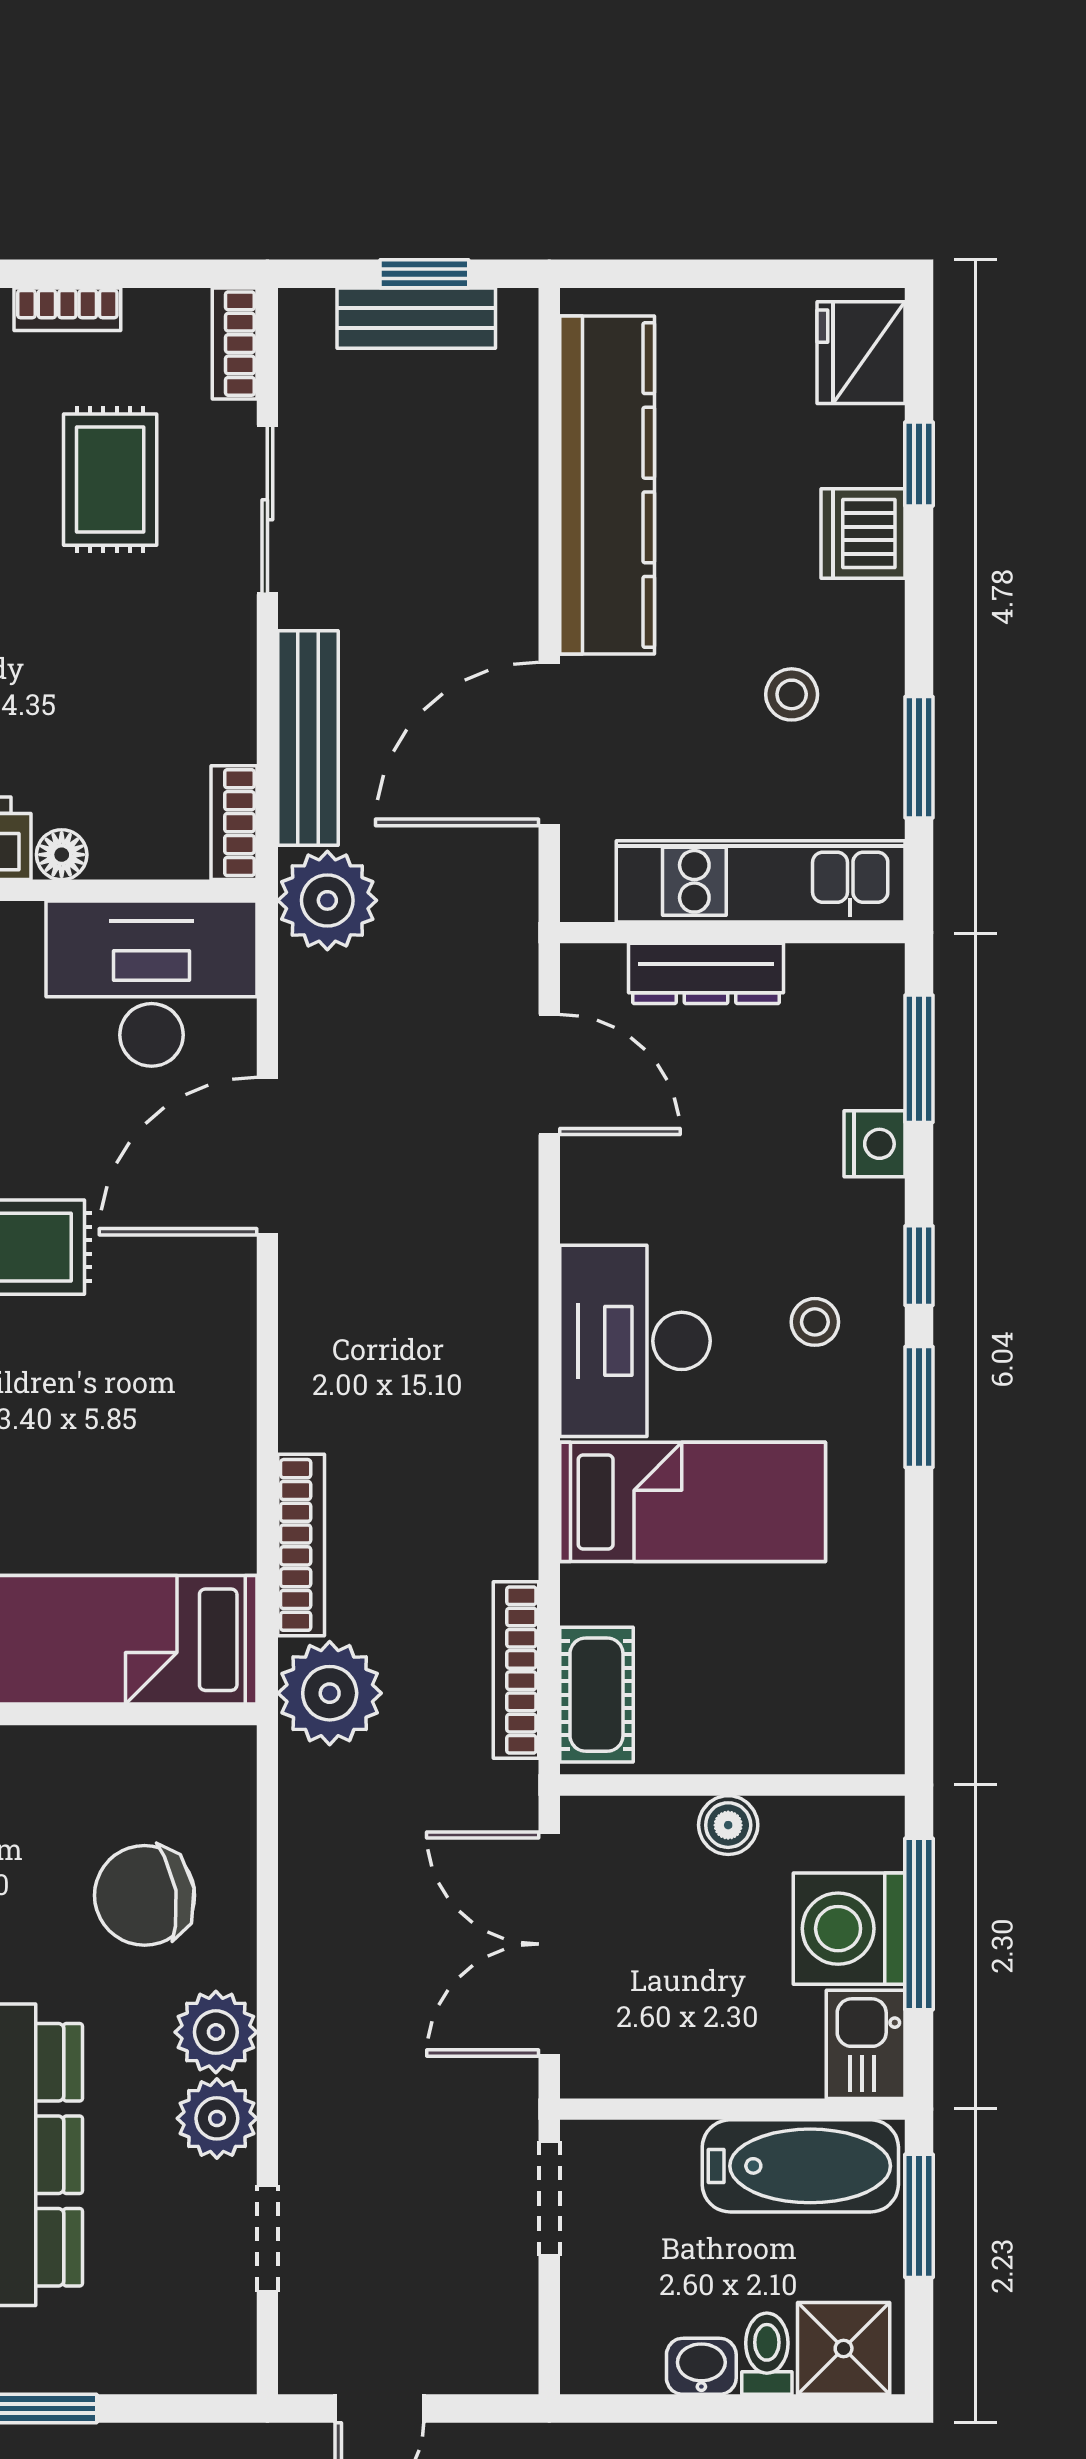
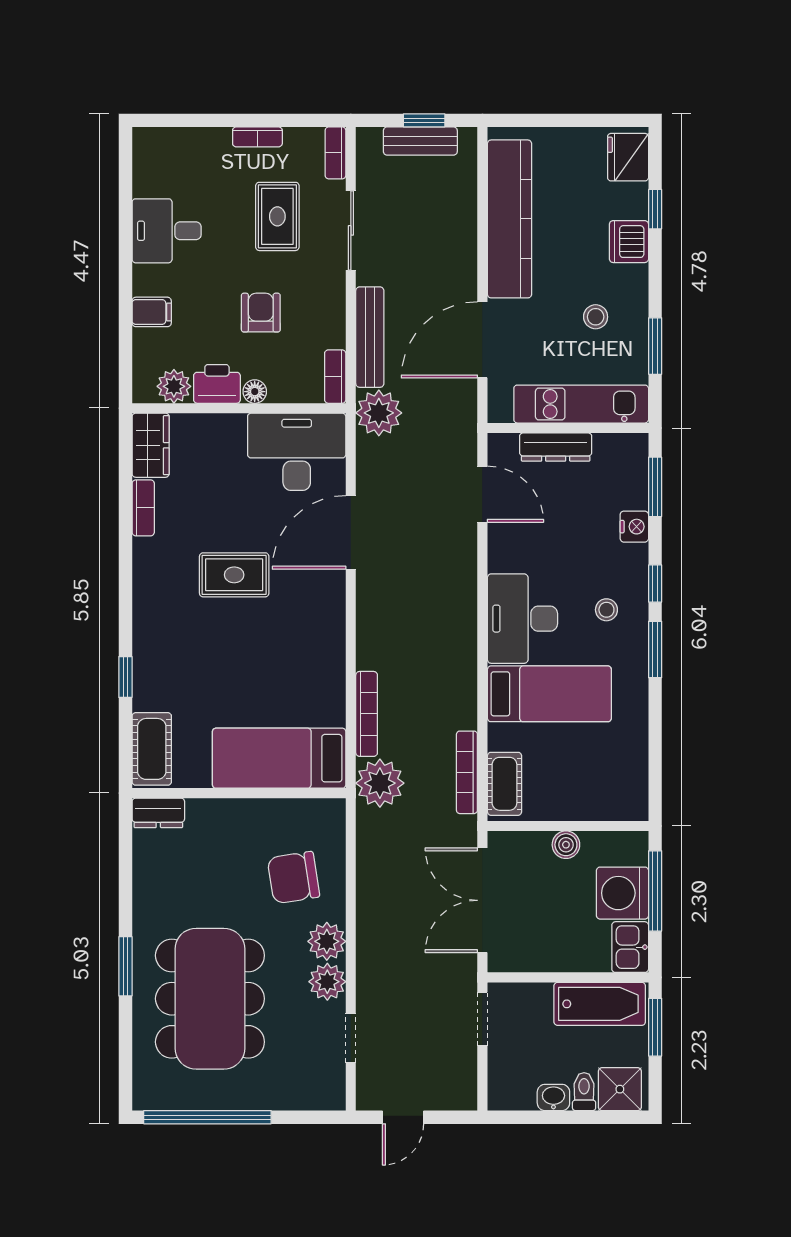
armchair: (75, 686) -> (261, 313), added

